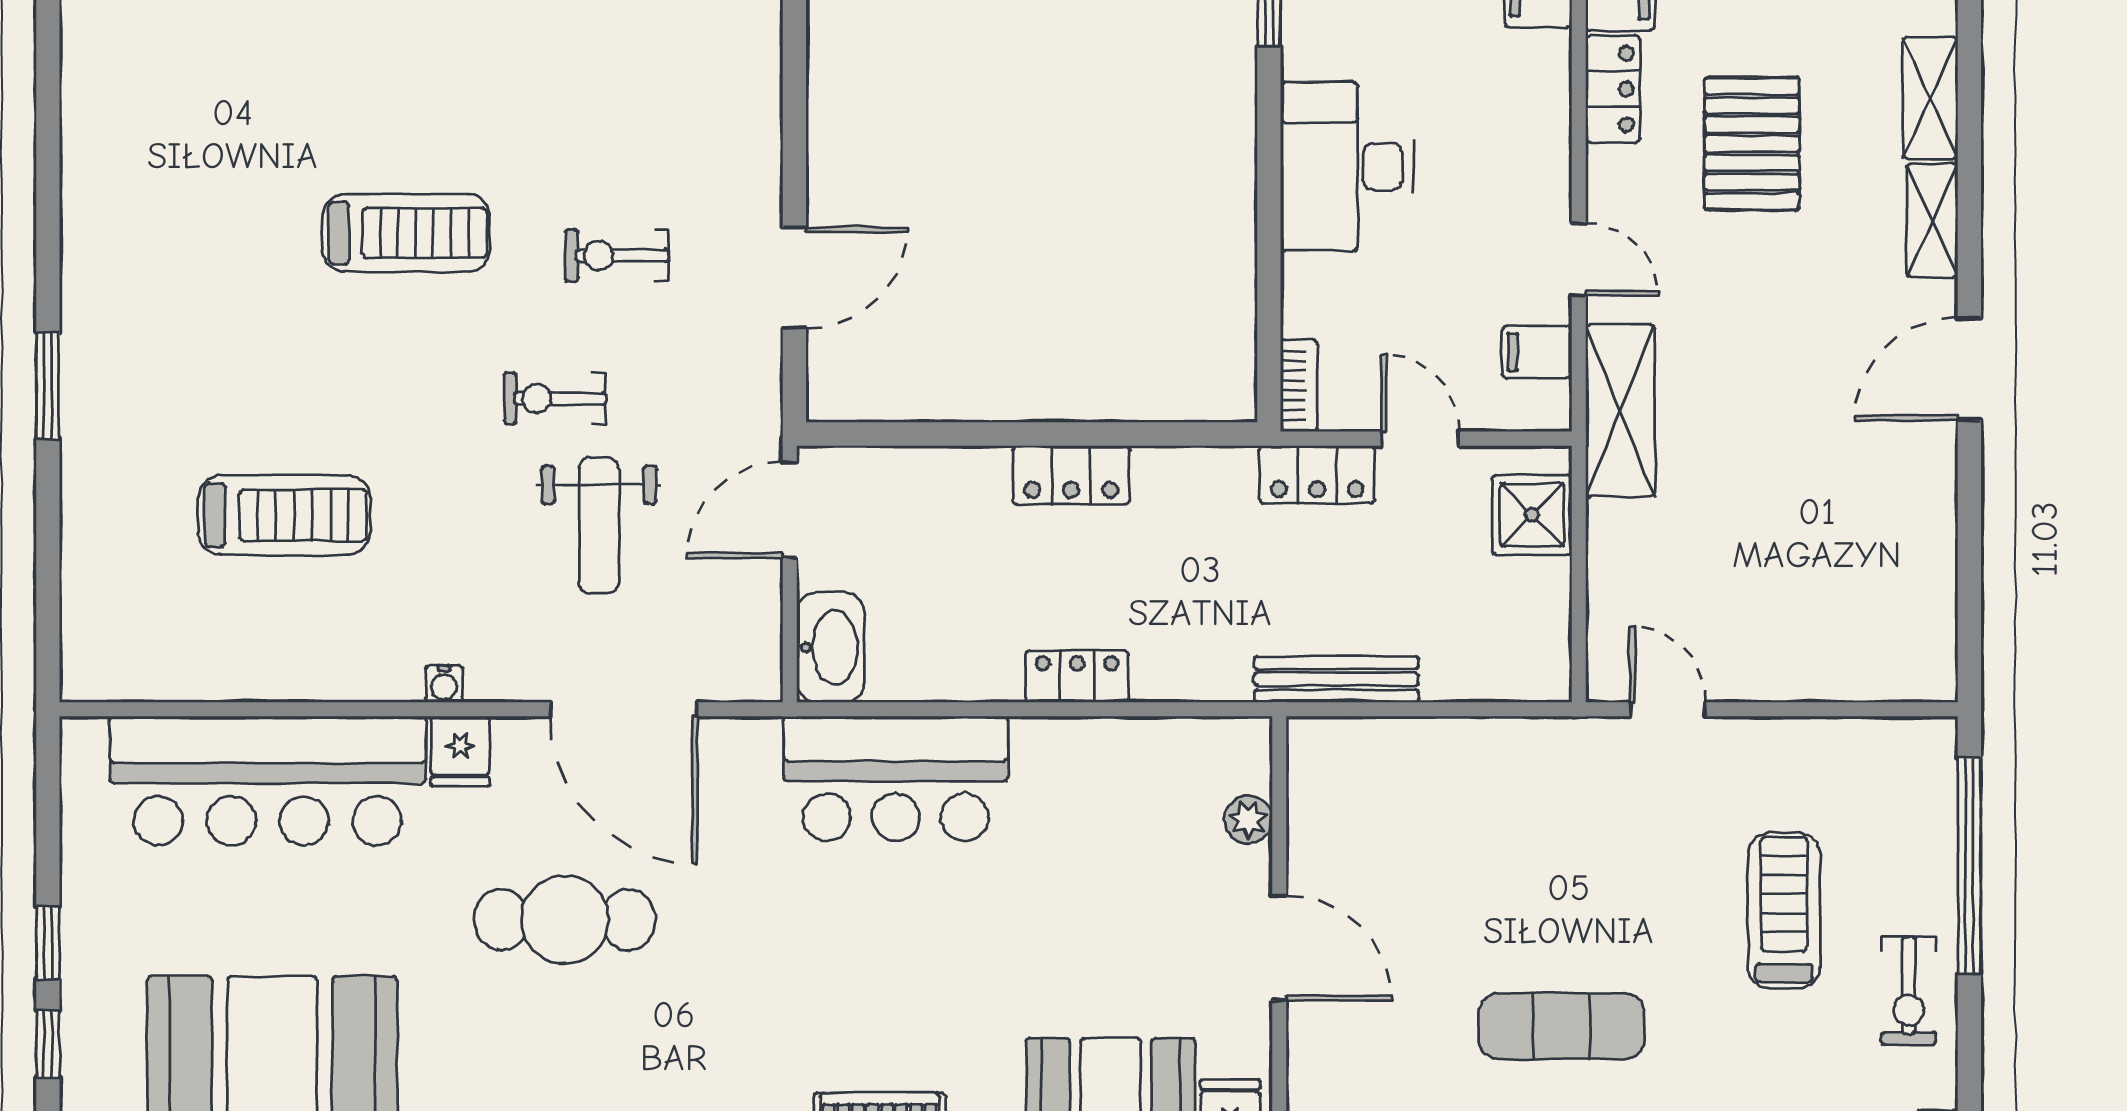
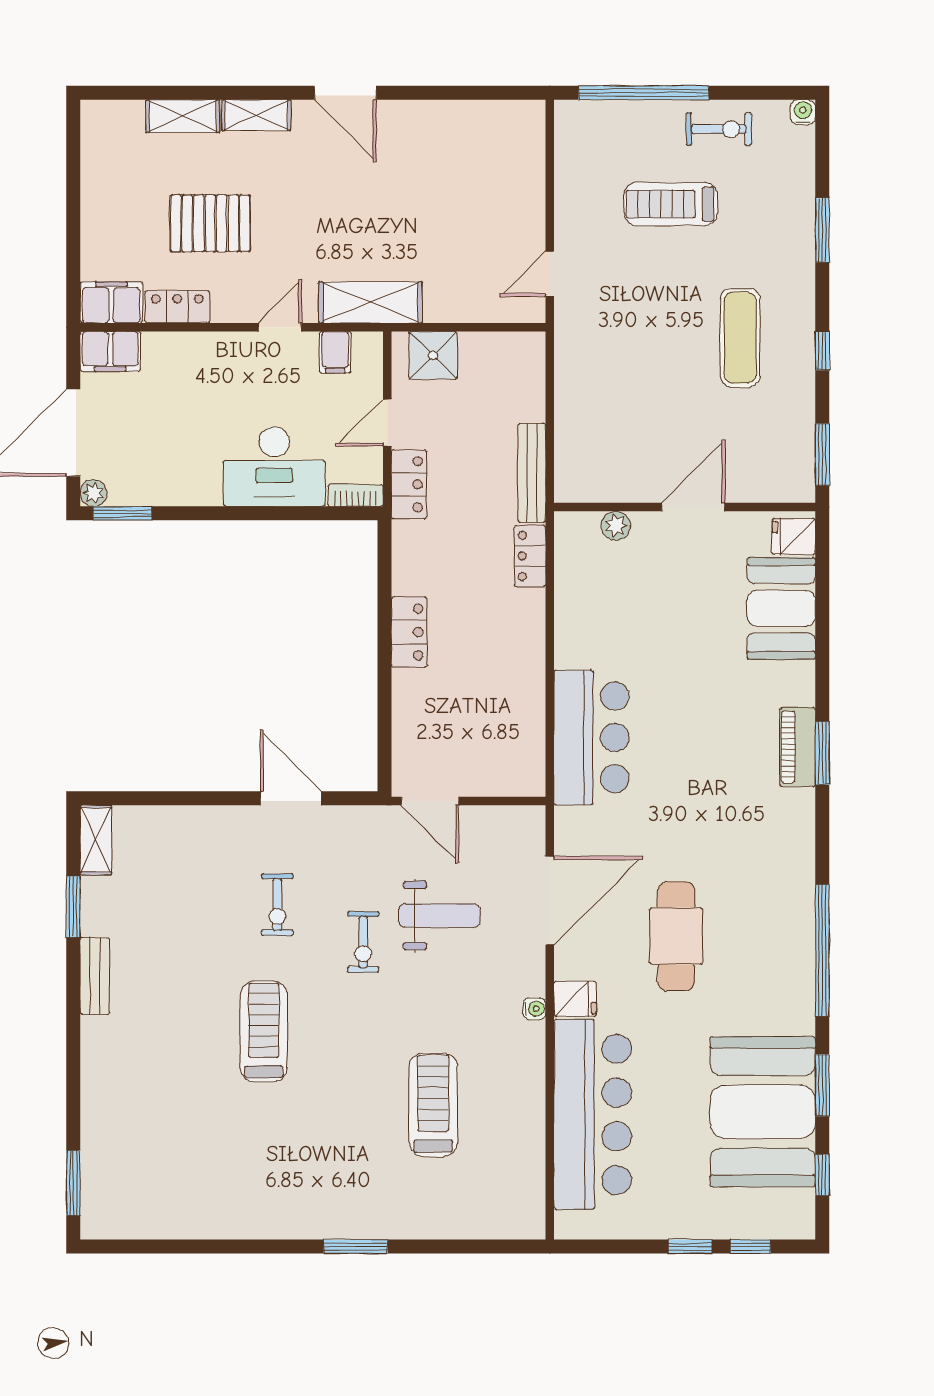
desk: (1347, 167) -> (274, 466), moved
washbasin: (830, 647) -> (513, 777), removed
locker: (1077, 676) -> (530, 556), moved

